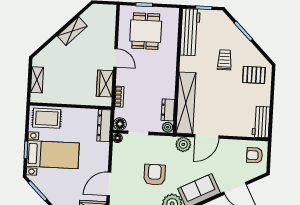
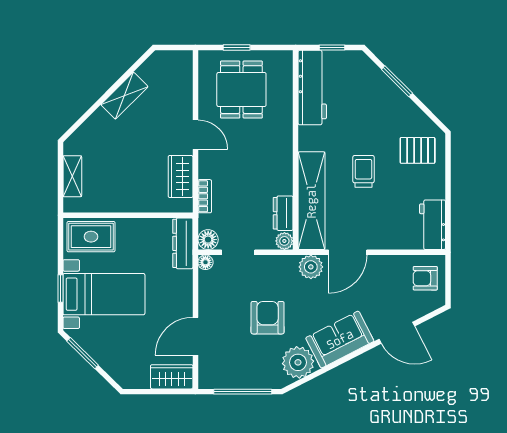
trolley: (225, 60) -> (363, 171), moved

